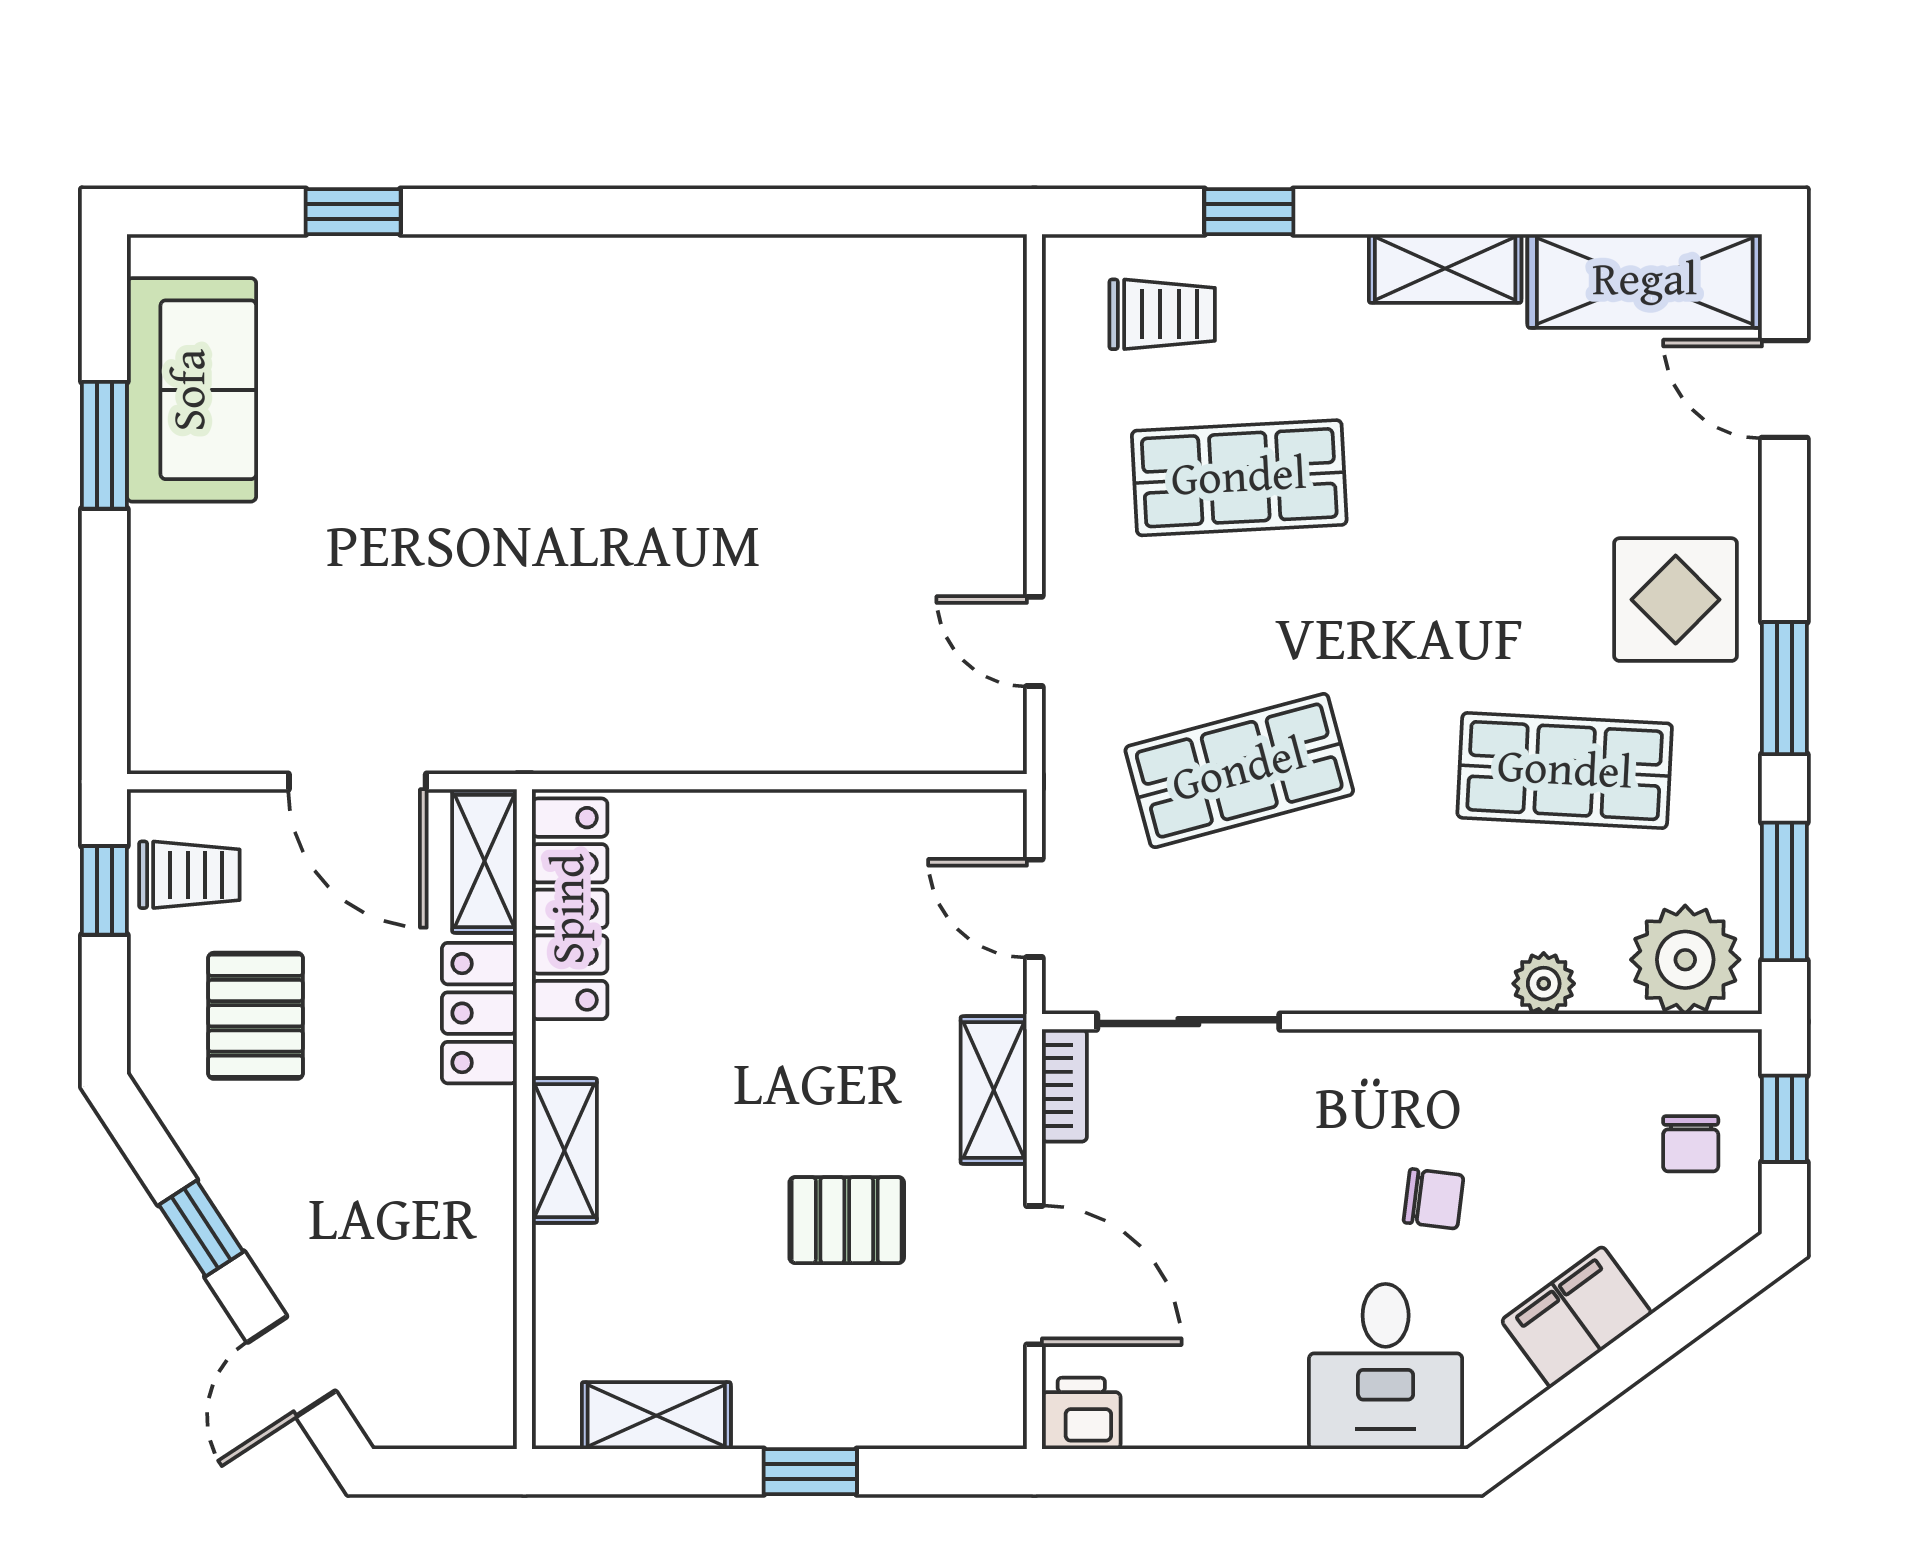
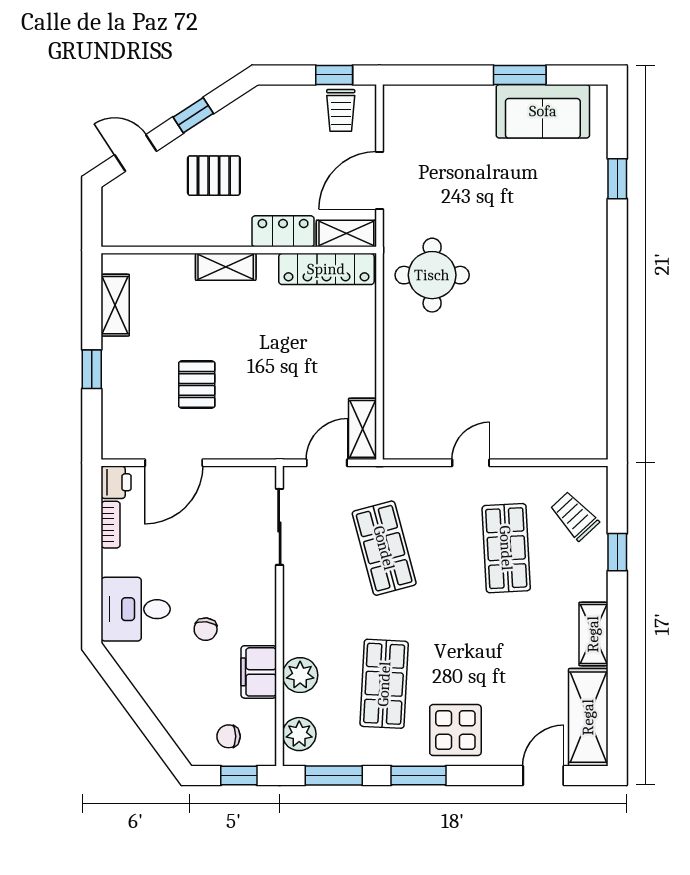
trolley: (1162, 314) -> (574, 516), turned 137
door: (1034, 641) -> (471, 463), moved
round table: (584, 655) -> (432, 275), added
plant: (1685, 960) -> (299, 734), width x0.73, depth x0.73
plant: (1544, 984) -> (300, 675), width x1.38, depth x1.38
pallet: (256, 1016) -> (214, 176), moved
bookcase: (1064, 1085) -> (111, 525), moved, turned -90
shelving: (994, 1090) -> (363, 429), moved, turned 90
filing cabinet: (1577, 1317) -> (259, 672), moved, turned -144

